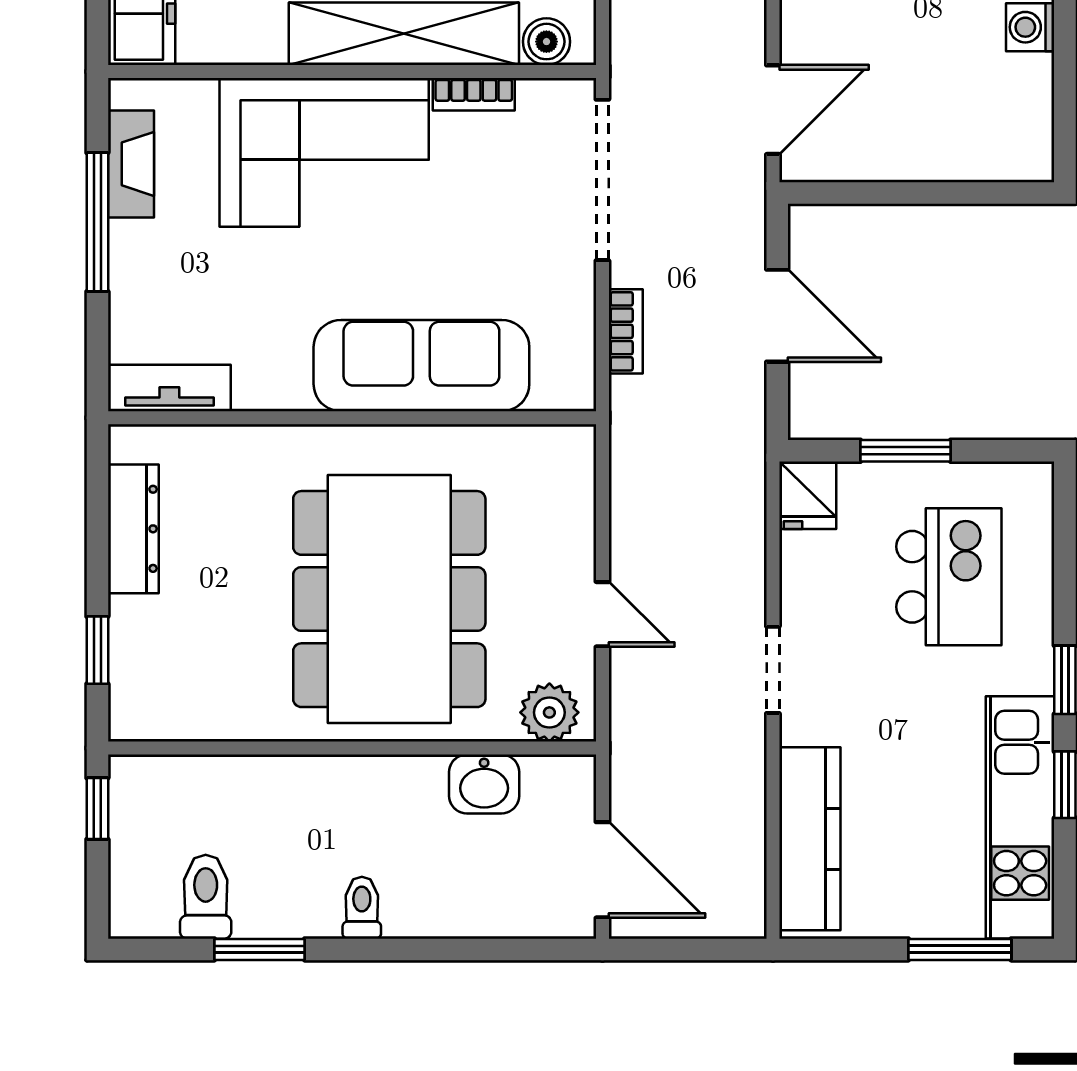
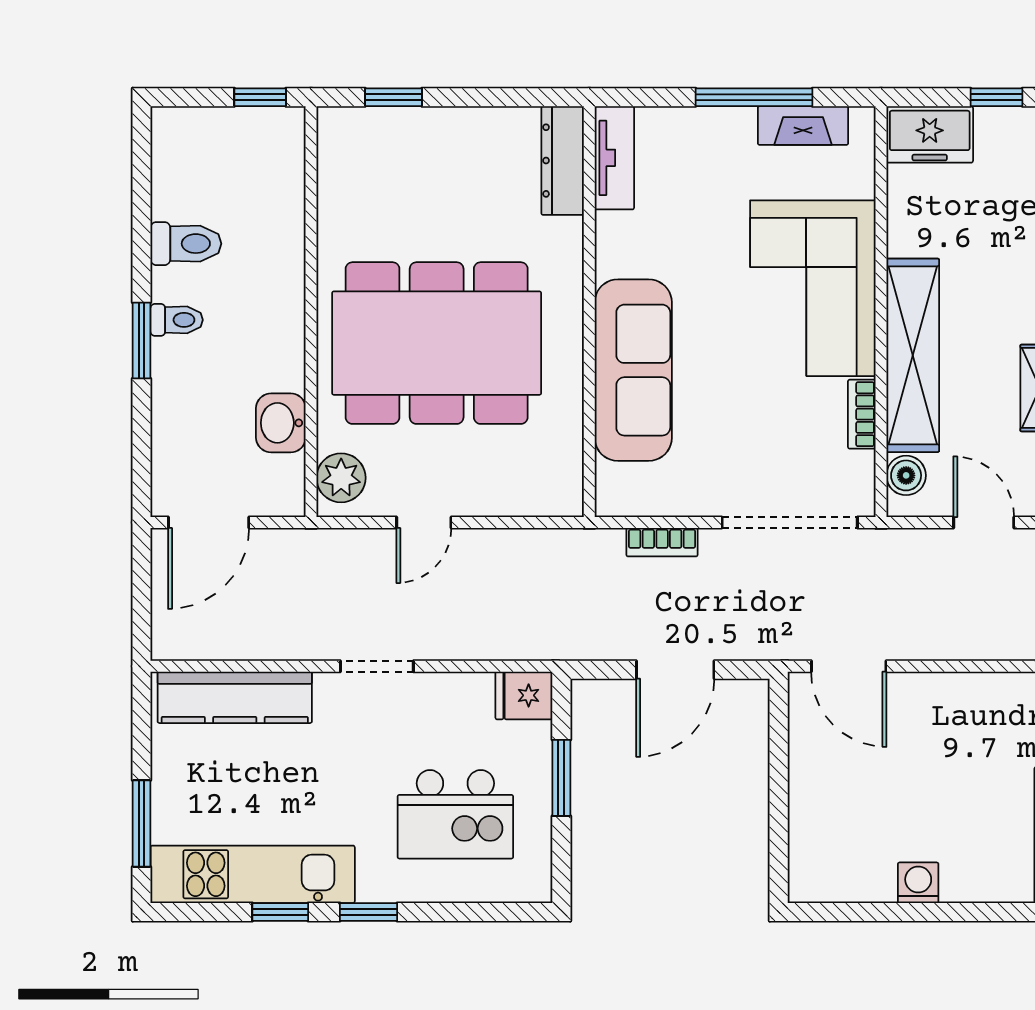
dresser: (133, 529) -> (563, 161), moved, turned 90
toilet: (206, 897) -> (186, 244), moved
window: (259, 949) -> (142, 340), moved

